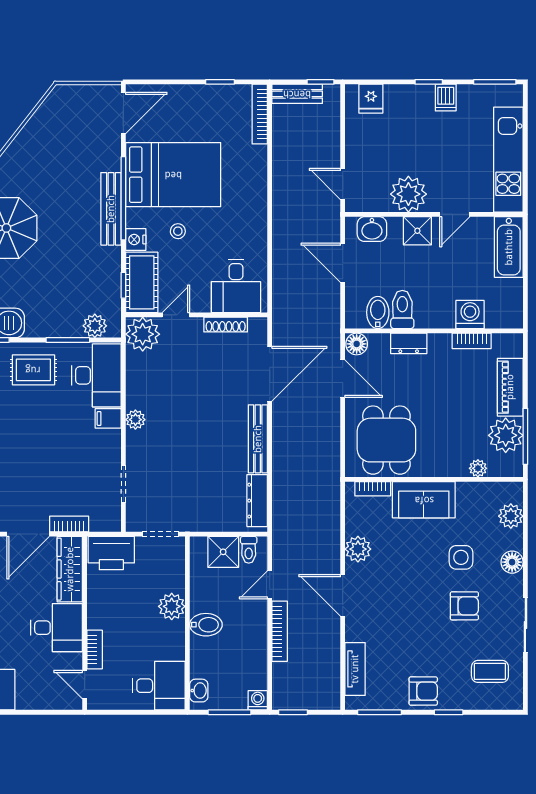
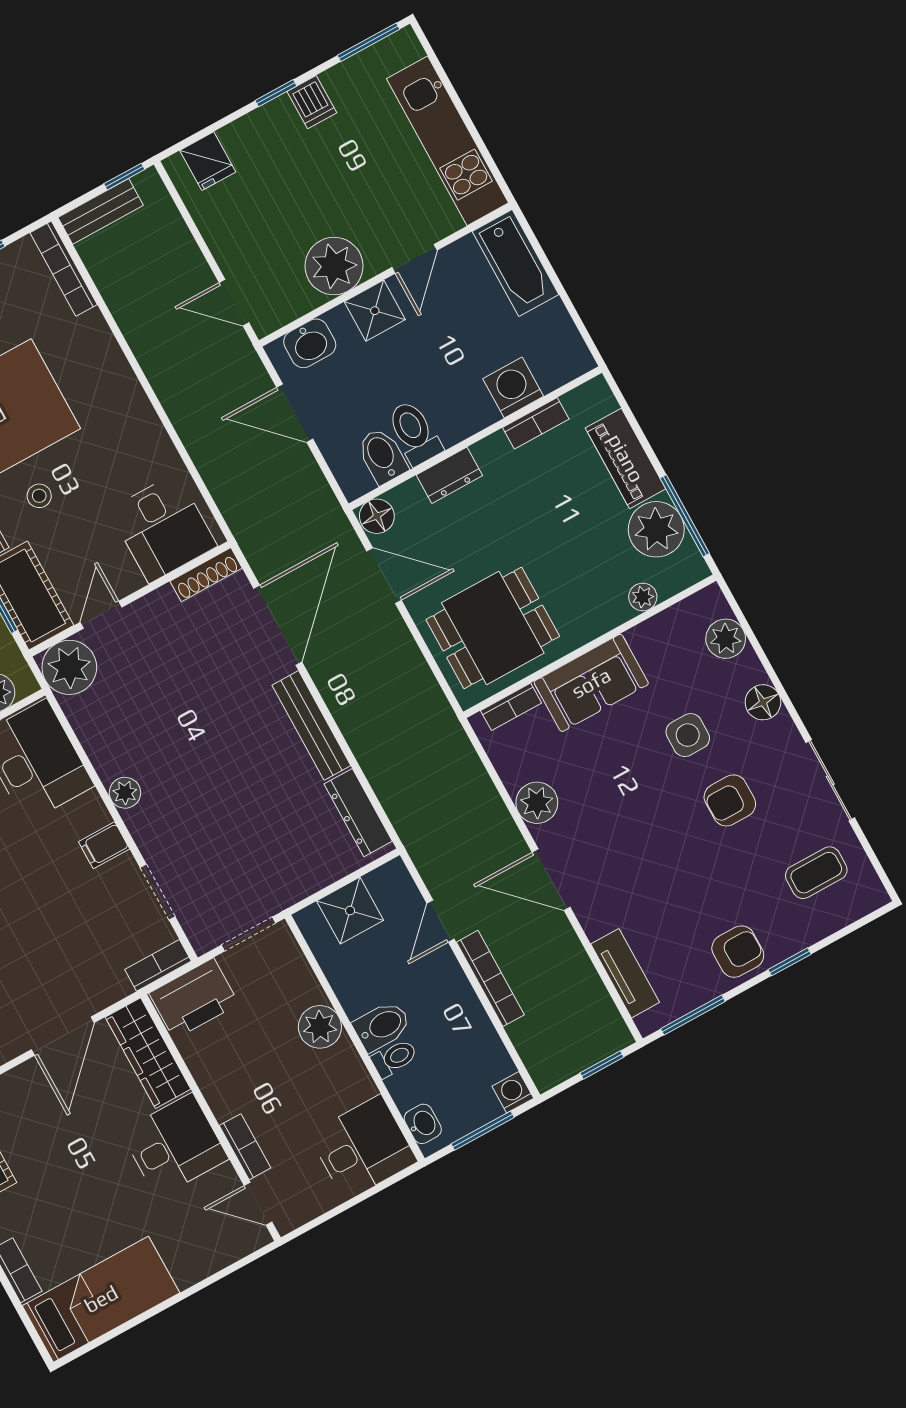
shoe rack: (226, 325) -> (206, 575), moved
filing cabinet: (108, 418) -> (104, 845), moved
dining table: (386, 440) -> (493, 628), turned 90
bookcase: (69, 524) -> (158, 965), moved
toilet: (249, 550) -> (394, 1058), moved, turned -90
armchair: (464, 606) -> (730, 800), turned 180
window: (293, 712) -> (602, 1065), moved

